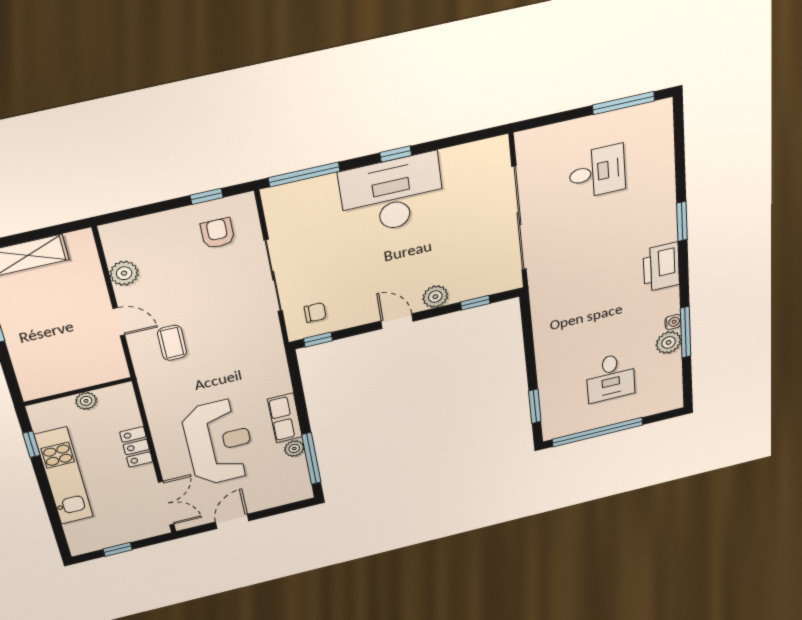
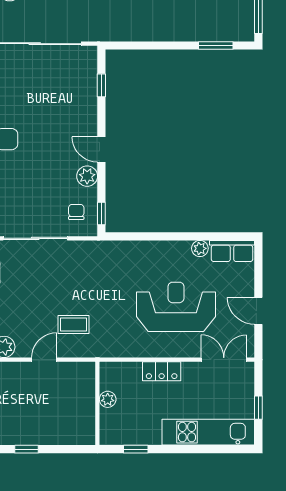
plant: (435, 297) -> (87, 176), moved
door: (397, 321) -> (101, 149), hinge flipped
row of seats: (285, 418) -> (232, 251), moved
window: (311, 458) -> (214, 236), removed
kitchen unit: (64, 476) -> (208, 432), moved

